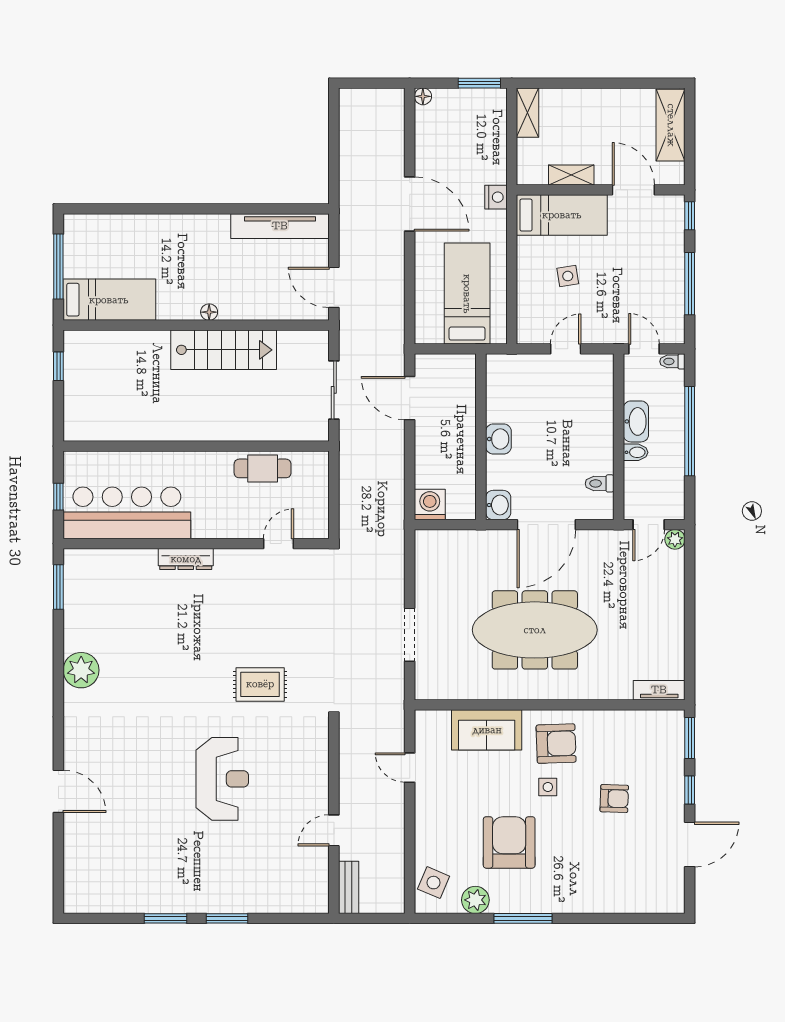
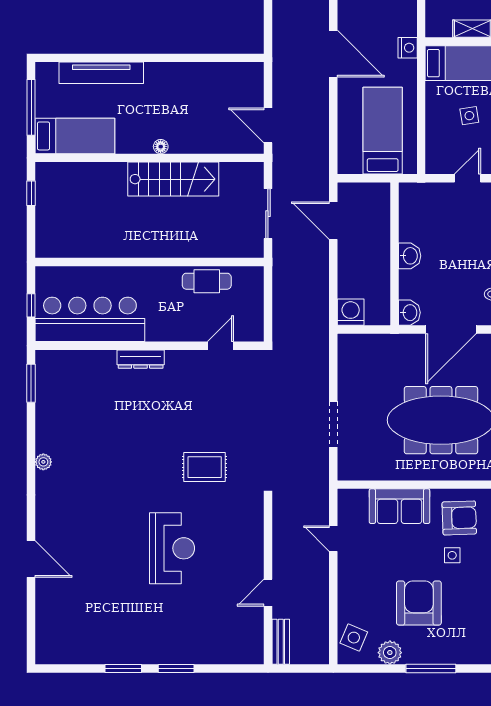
tv unit: (280, 226) -> (101, 73), moved
plant: (81, 670) -> (43, 462), width x0.53, depth x0.53

